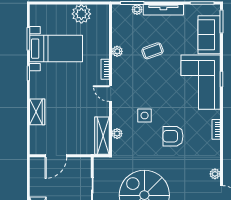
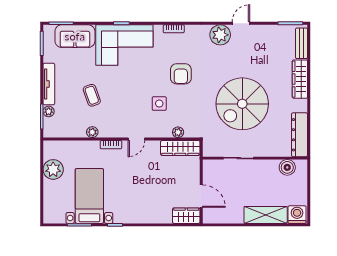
wardrobe: (37, 112) -> (186, 216), moved
plant: (215, 174) -> (220, 35), width x1.87, depth x1.87

